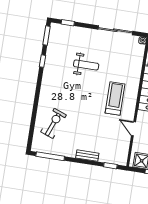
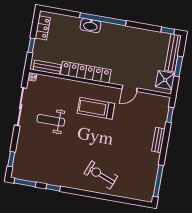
weight bench: (86, 65) -> (51, 120), moved, turned -90
exercise bike: (54, 123) -> (101, 175), moved

